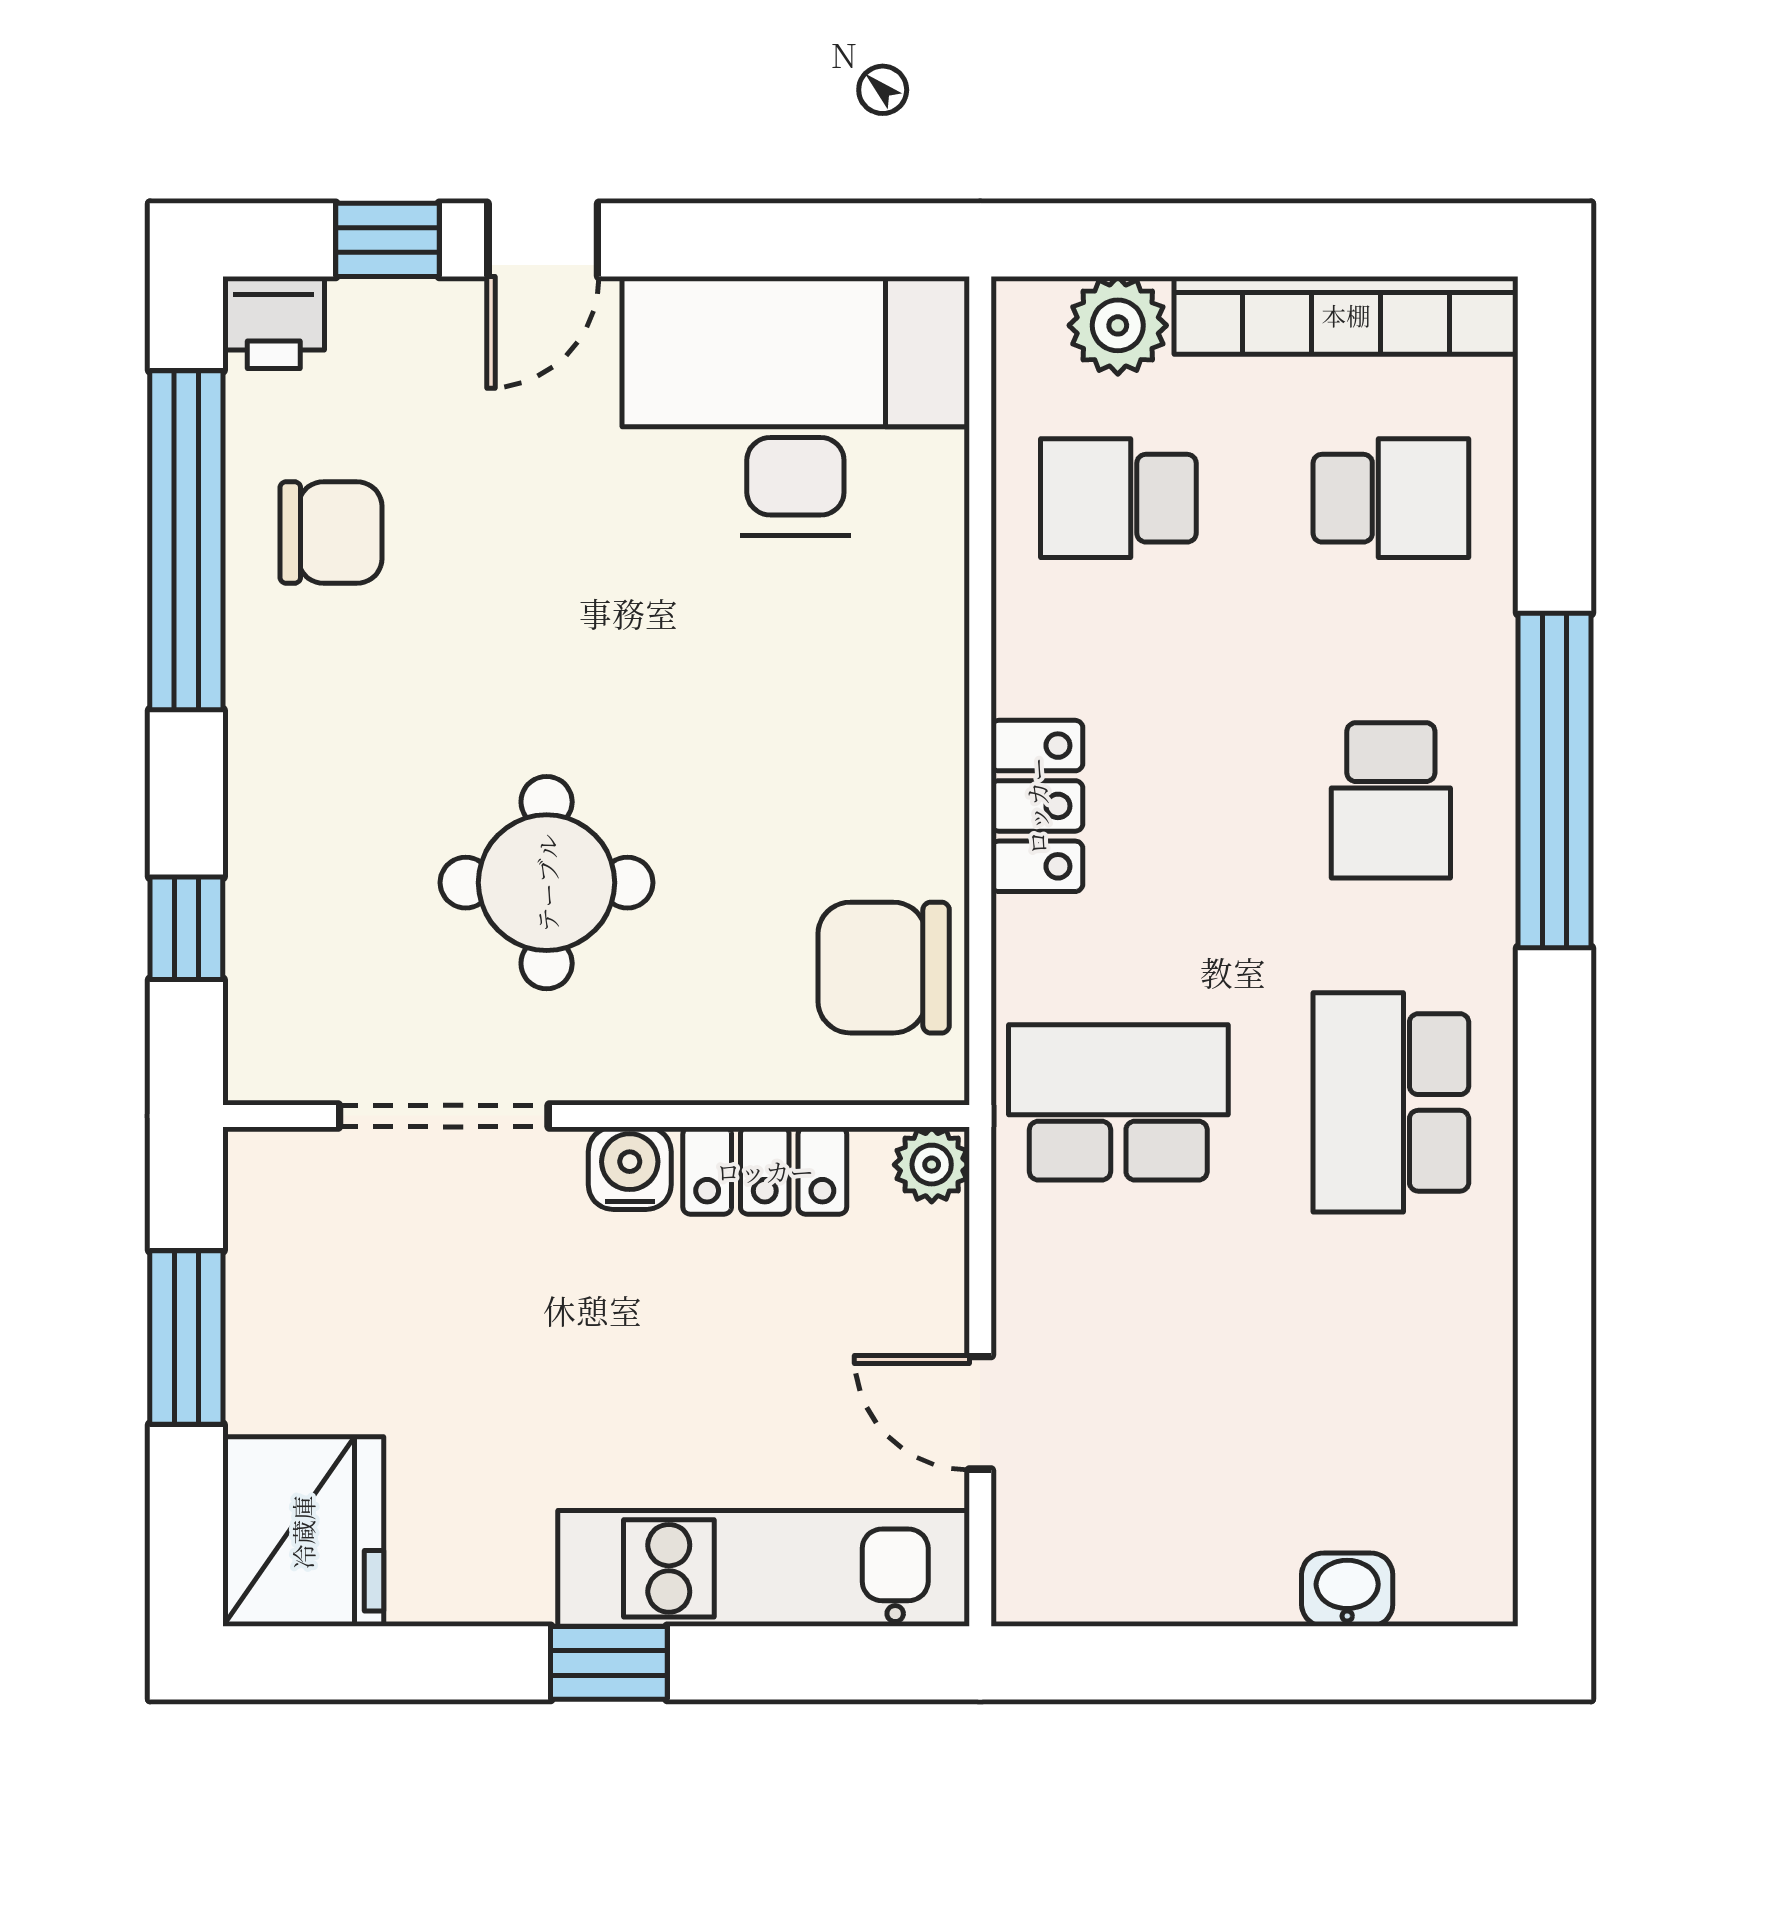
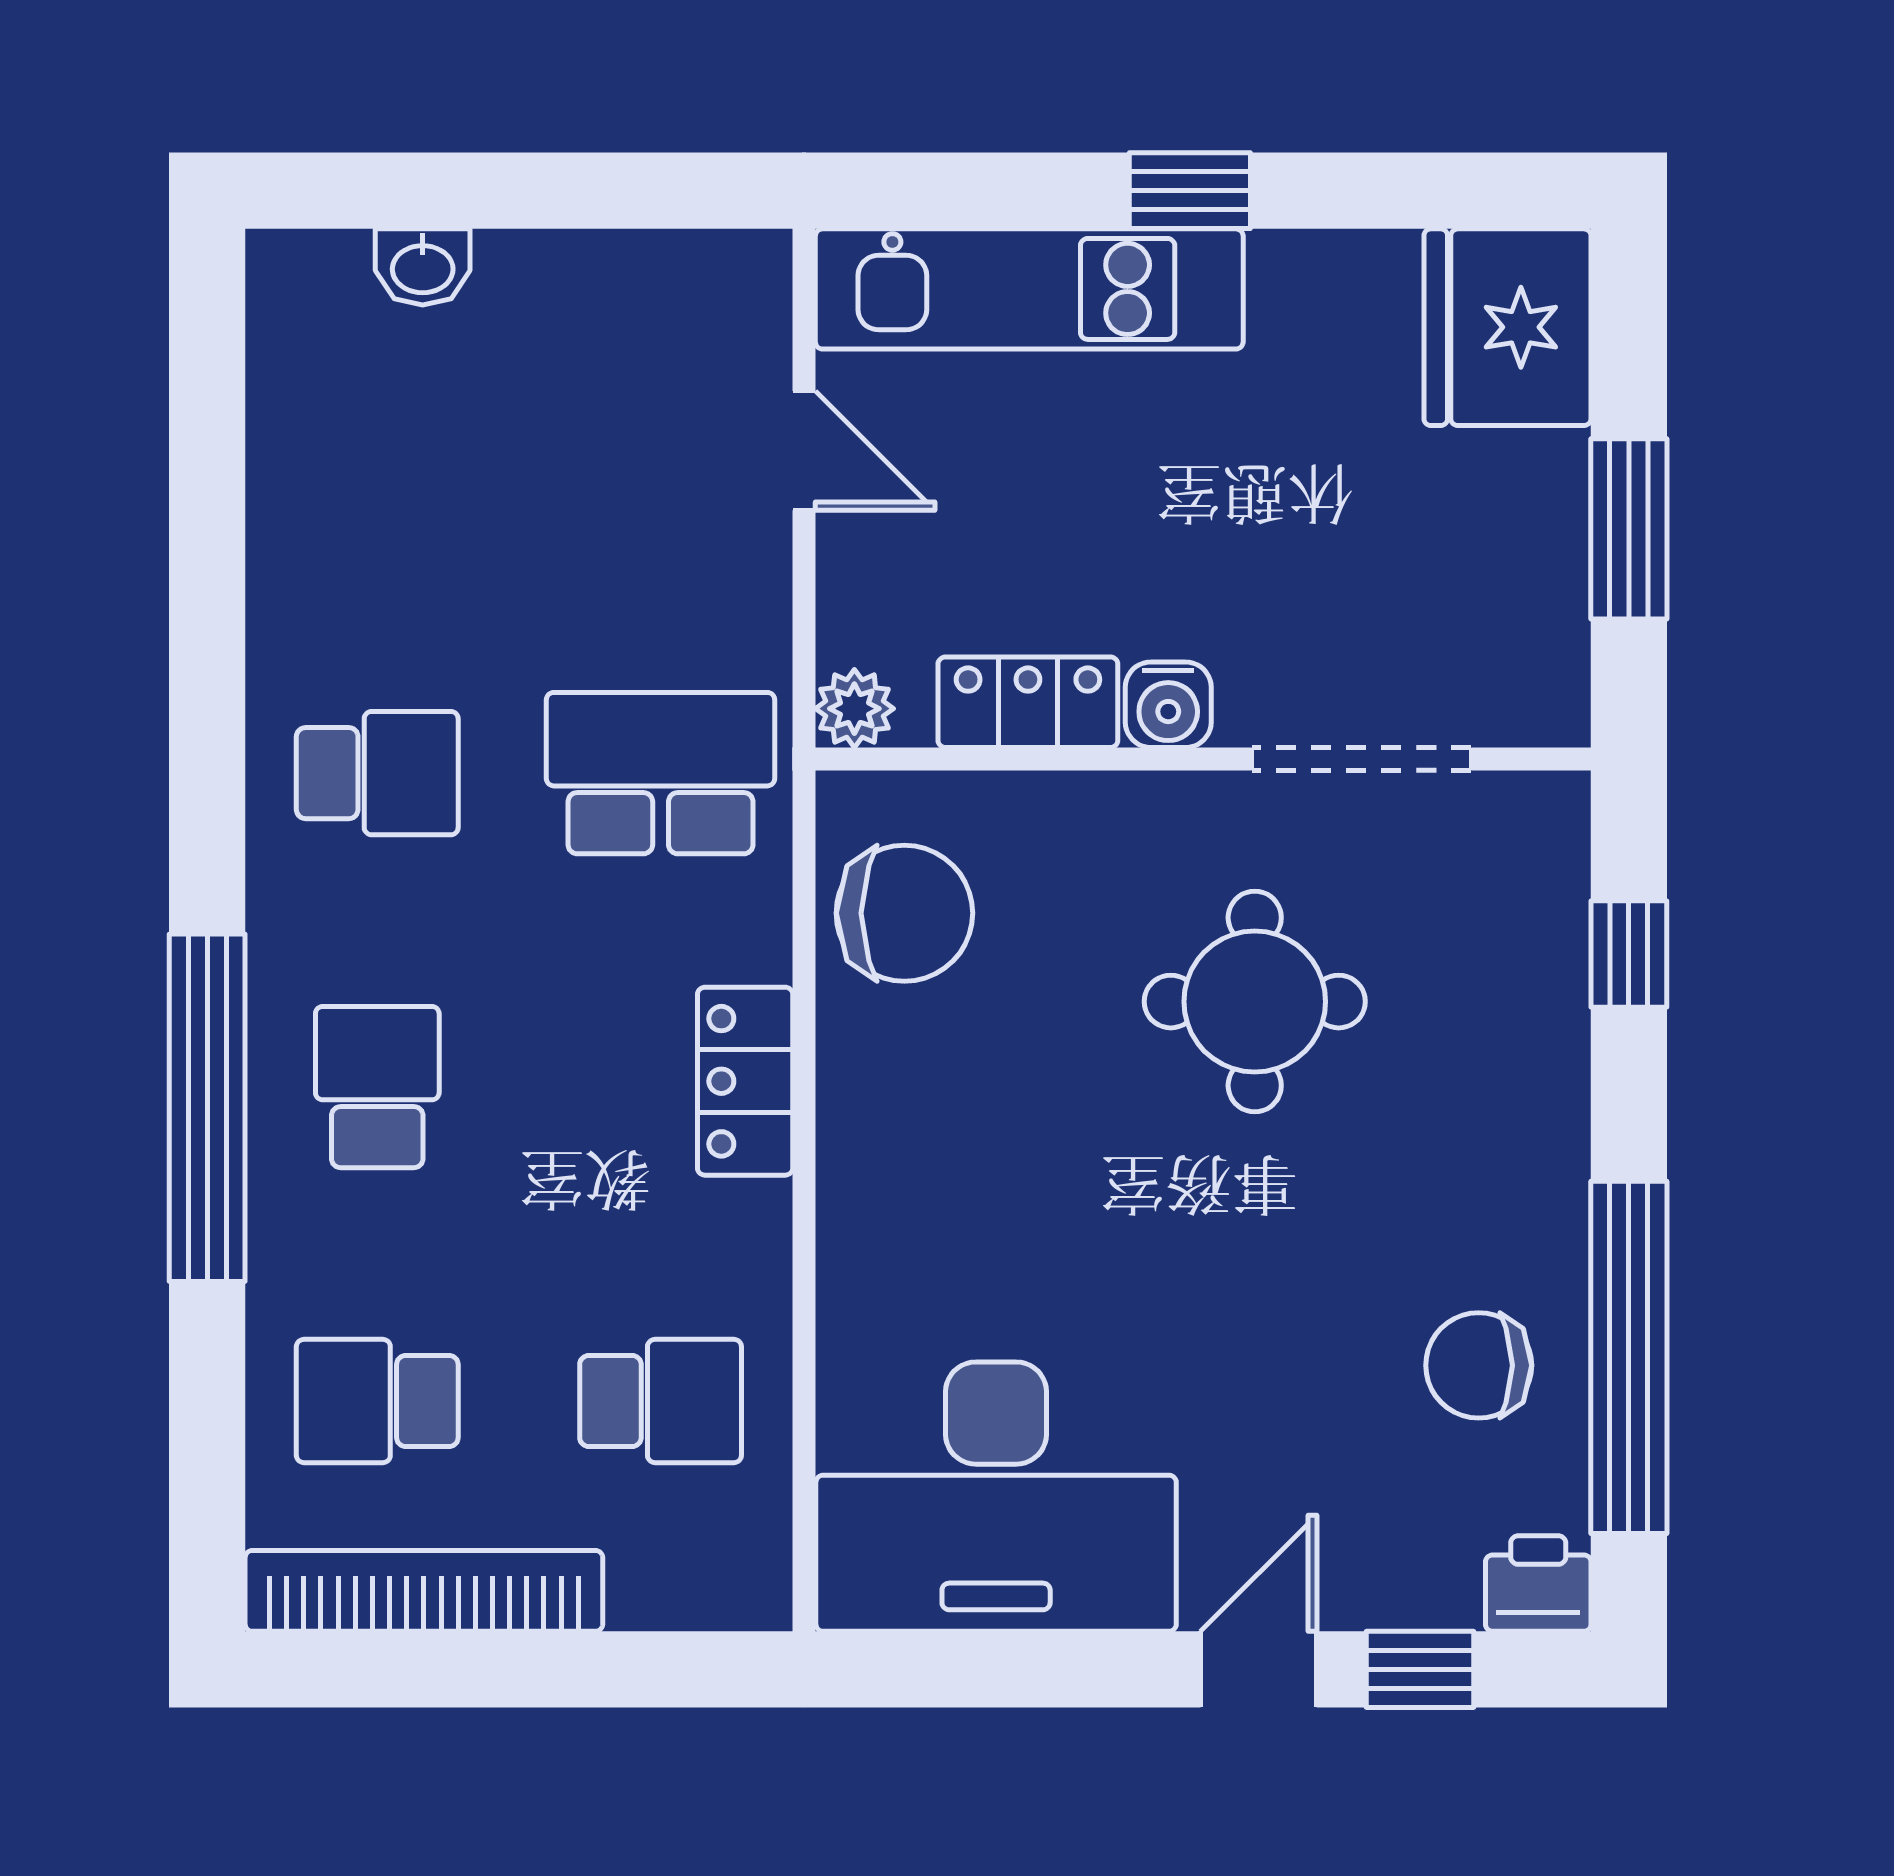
plant: (1118, 325) -> (661, 1581), removed
school desk: (1118, 1102) -> (661, 773), turned 180
school desk: (1391, 1102) -> (377, 773), width x0.54

